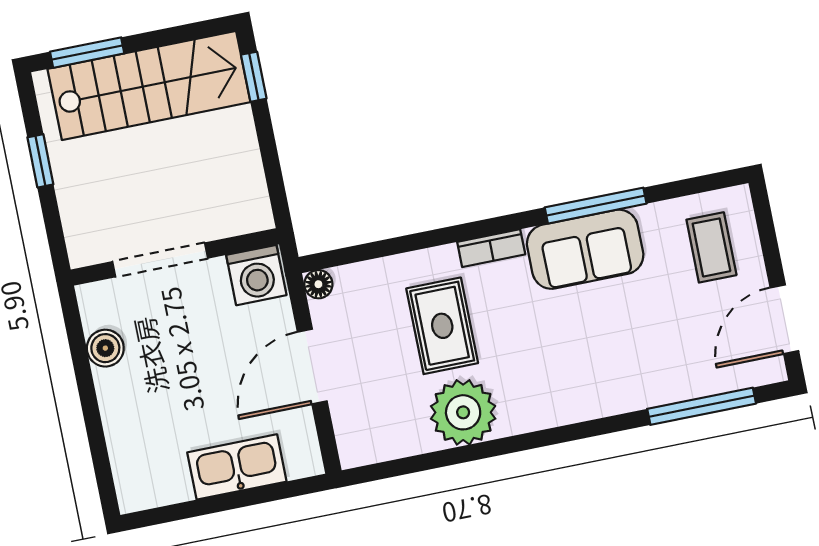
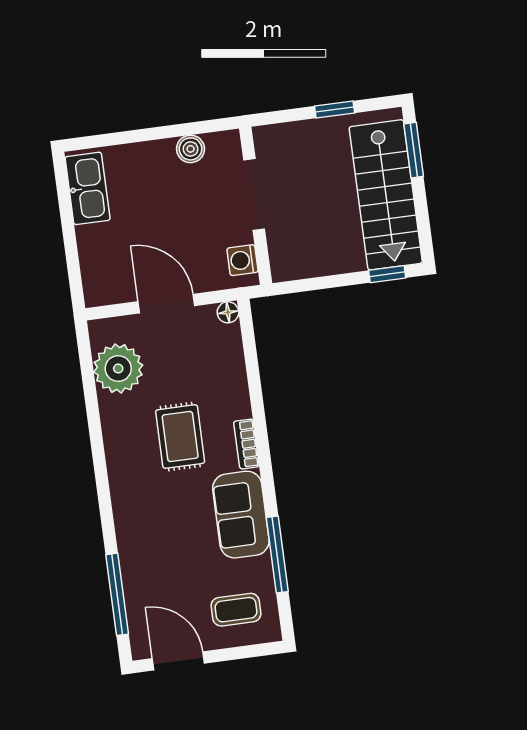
window: (596, 206) -> (277, 555), moved
washing machine: (256, 275) -> (242, 260), width x0.73, depth x0.73
rug: (442, 326) -> (180, 437), moved, turned 90
plant: (463, 412) -> (118, 369), moved
kitchen sink: (237, 467) -> (88, 188), moved

